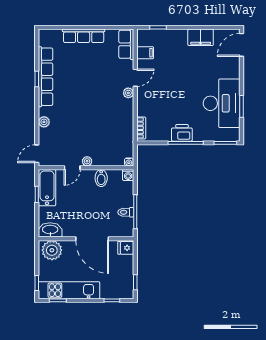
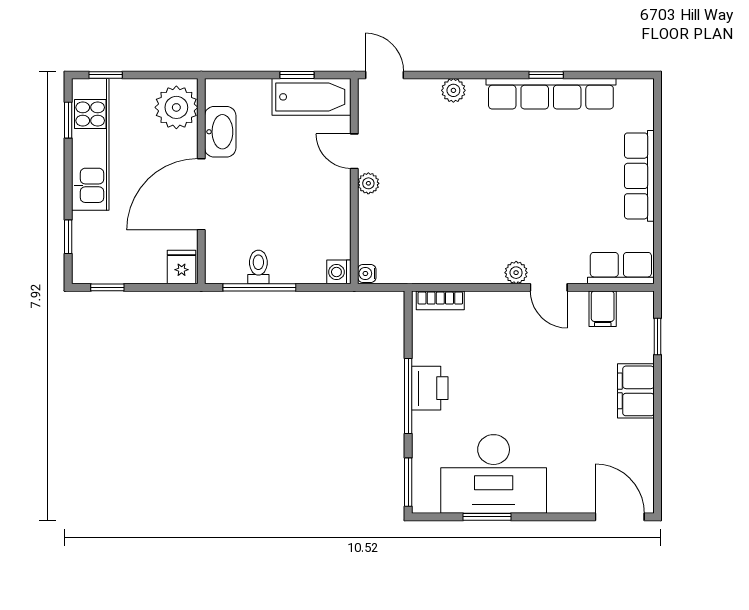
filing cabinet: (201, 37) -> (636, 391), moved
bidet: (101, 178) -> (332, 214), removed
washbasin: (50, 230) -> (220, 132), moved

